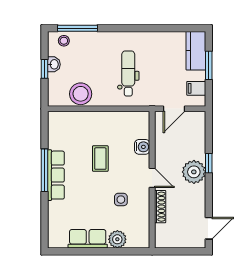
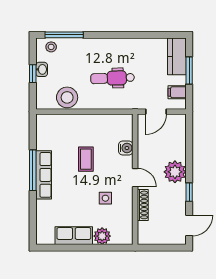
dental chair: (128, 73) -> (112, 78), turned -92
window: (209, 163) -> (189, 192), moved

